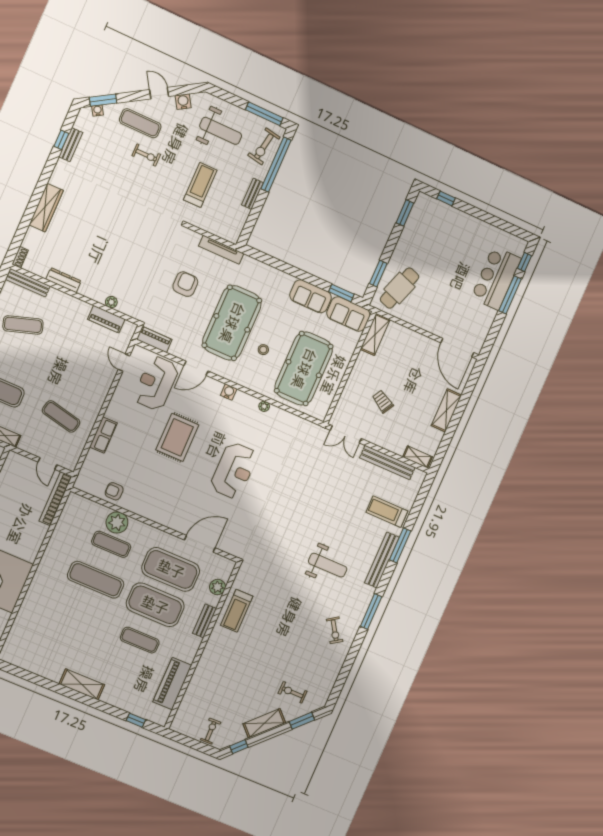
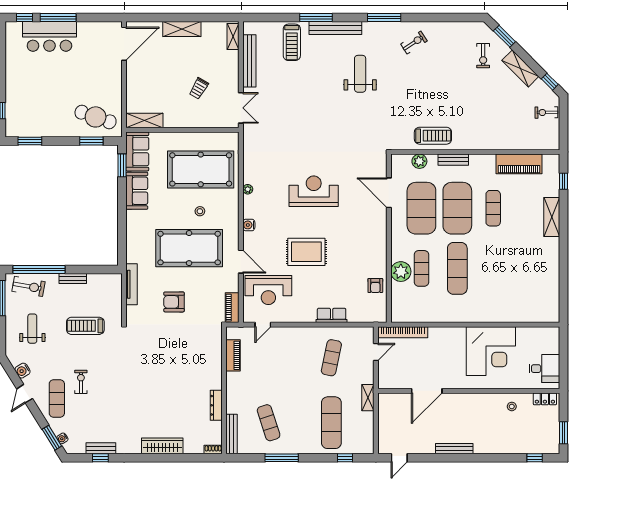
weight bench: (221, 131) -> (32, 329), width x0.73, depth x0.75
plant: (111, 302) -> (217, 357), removed
shelving: (82, 684) -> (552, 217), moved

